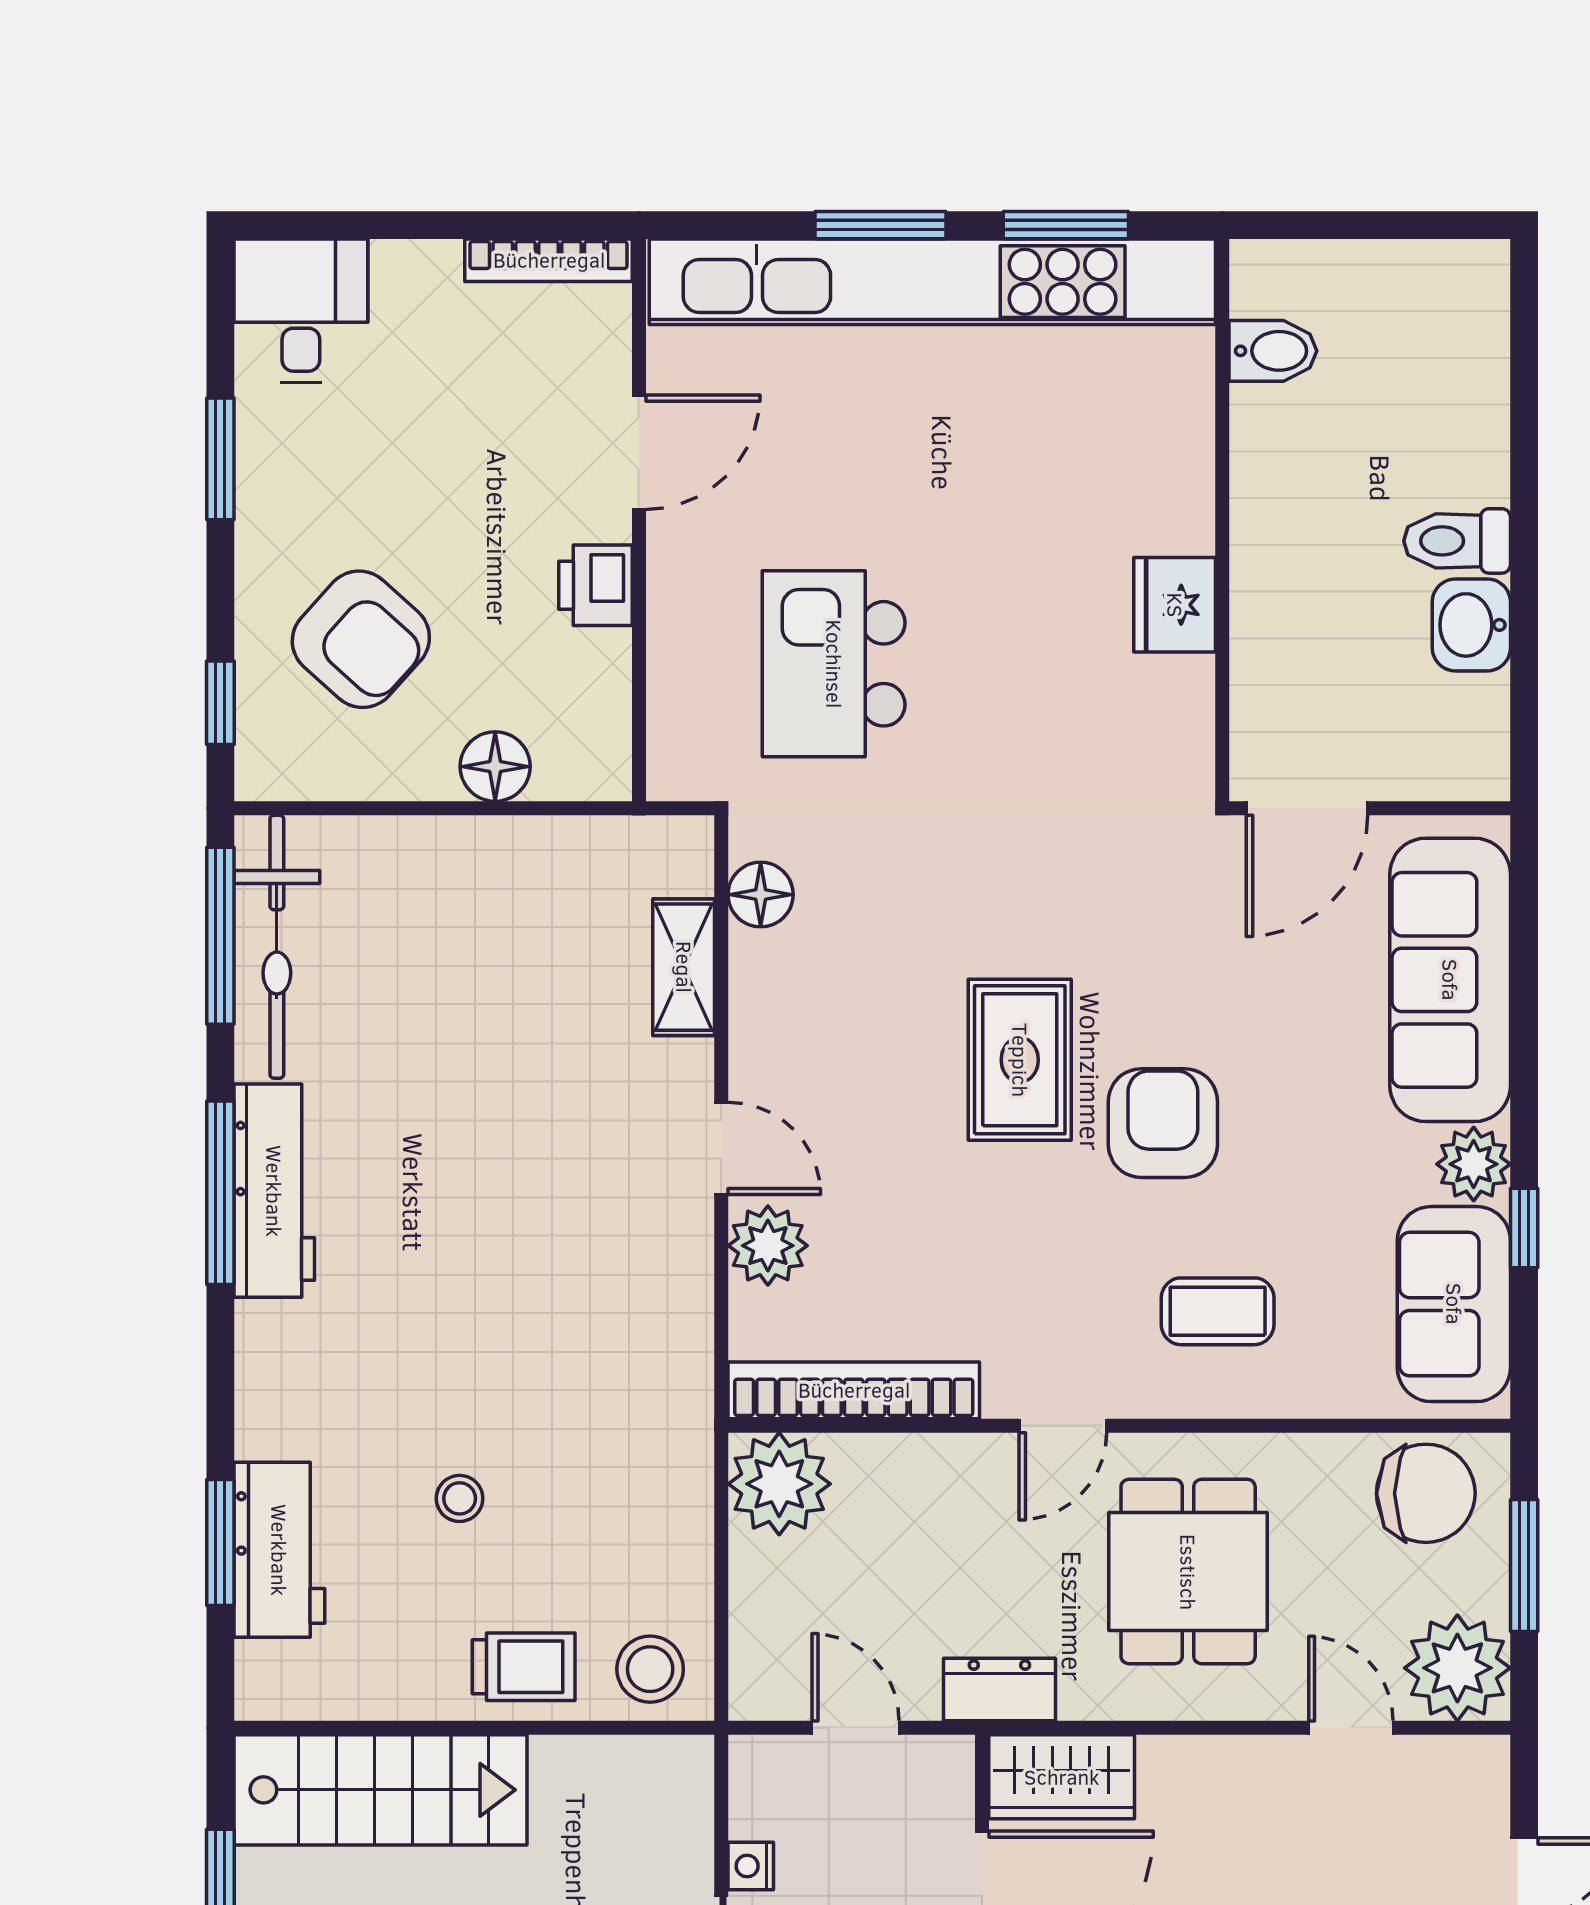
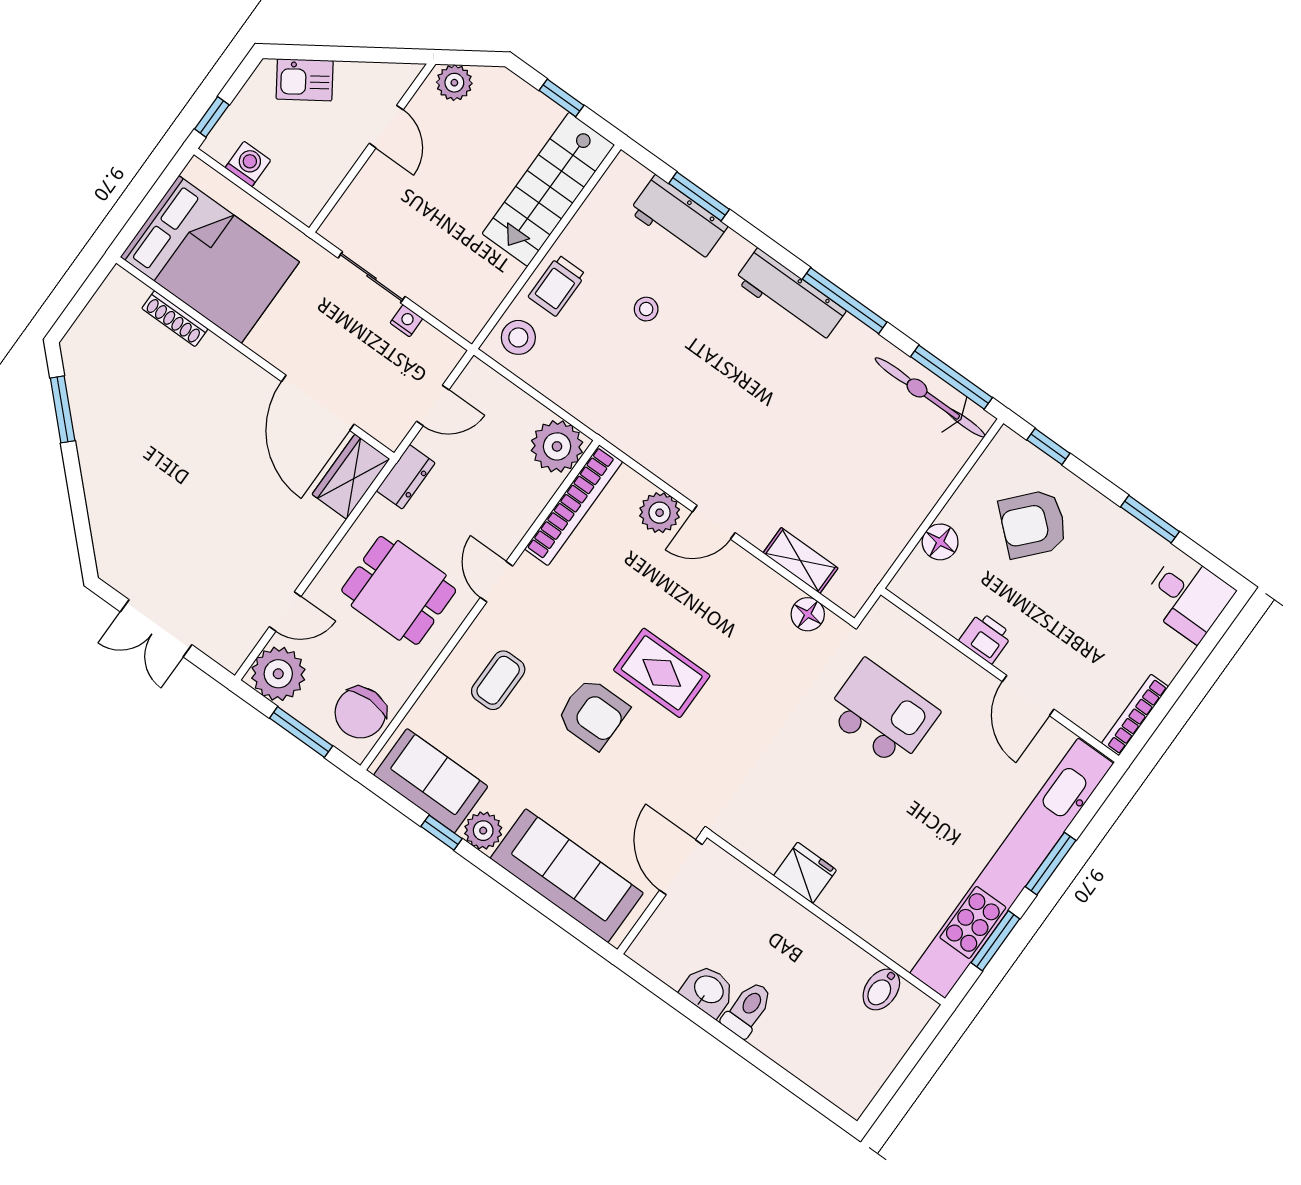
workbench: (274, 1191) -> (790, 296), moved

